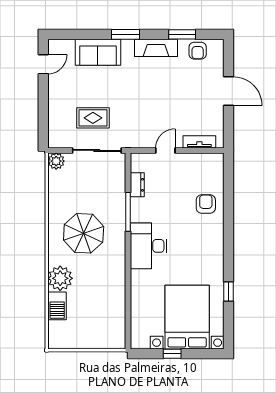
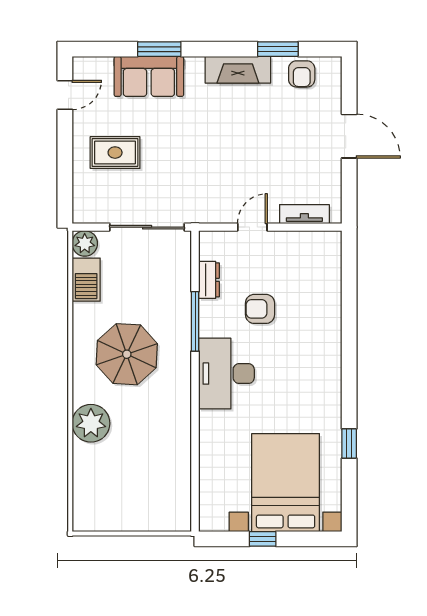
window: (125, 34) -> (159, 49), moved
rug: (93, 118) -> (115, 153), moved
armchair: (206, 204) -> (260, 309), moved, turned -90
barbecue: (57, 306) -> (86, 280), moved

